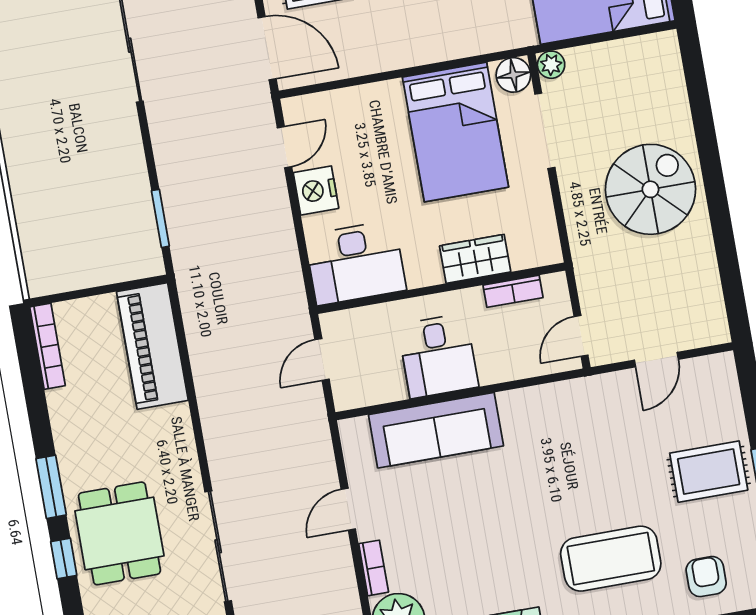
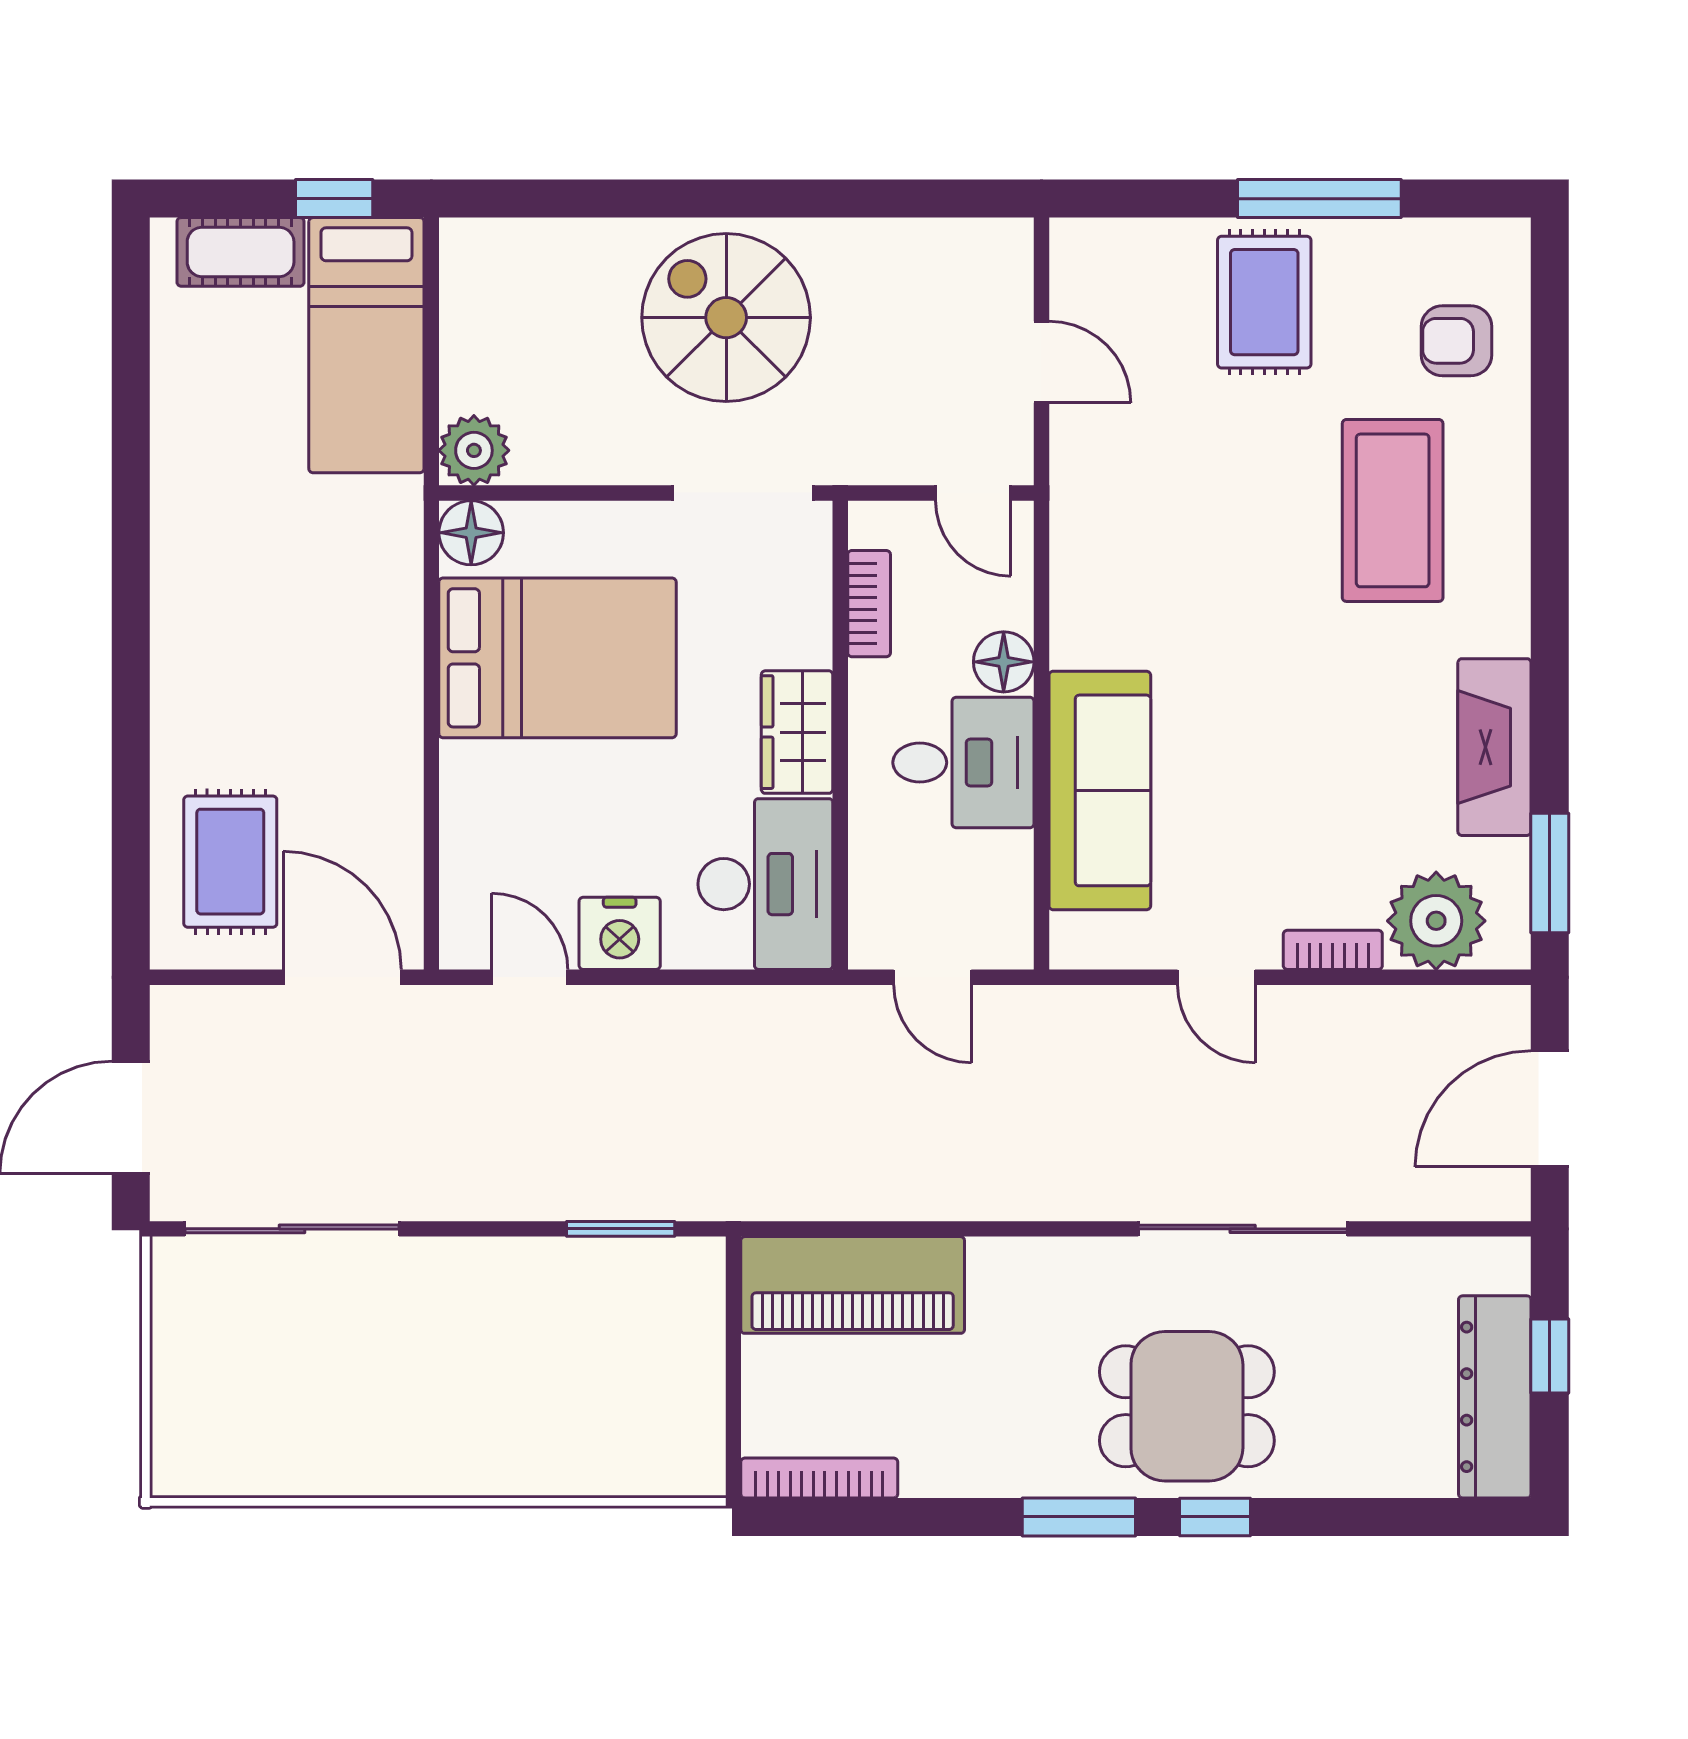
door: (267, 48) -> (342, 977), hinge flipped
plant: (551, 65) -> (474, 450), width x1.38, depth x1.38
doorway: (545, 131) -> (743, 493), moved
wardrobe: (475, 259) -> (797, 732), moved
floor lamp: (495, 368) -> (1004, 662), added

